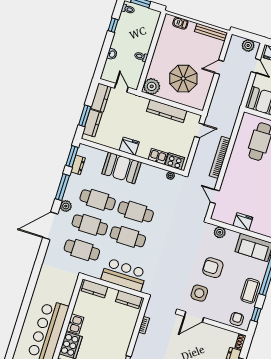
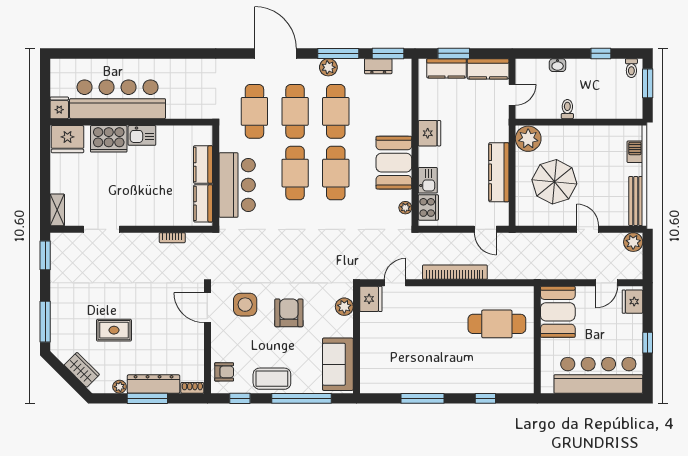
plant: (248, 45) -> (633, 242), moved
booth: (121, 168) -> (394, 163), moved
plant: (66, 206) -> (328, 67), moved
fridge: (243, 222) -> (371, 299), moved
kitchen counter: (94, 289) -> (203, 164), moved

